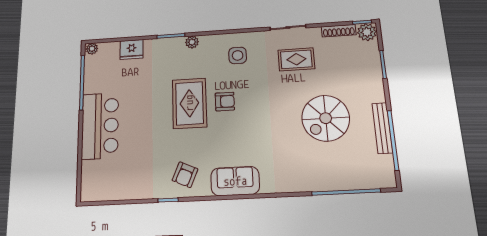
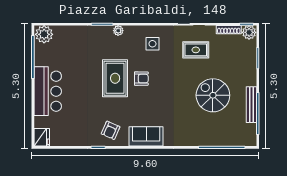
plant: (92, 49) -> (44, 34), width x1.87, depth x1.87
fridge: (132, 49) -> (42, 137), moved, turned -90
spiral stairs: (326, 118) -> (213, 95), turned 90

